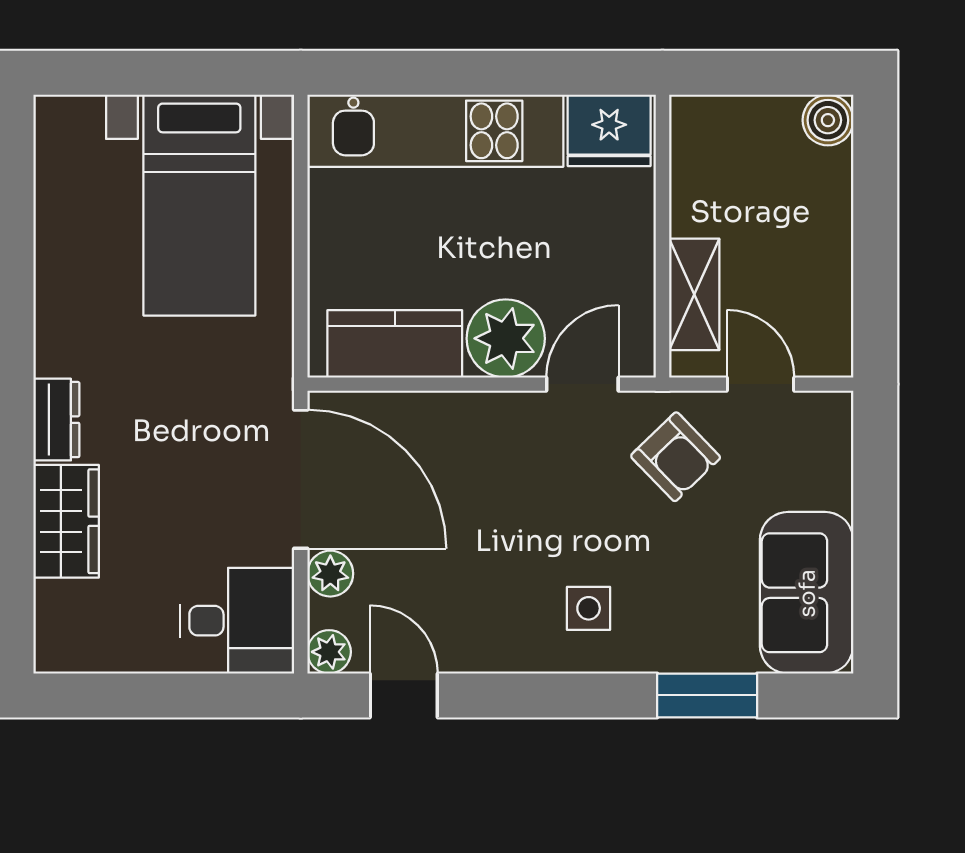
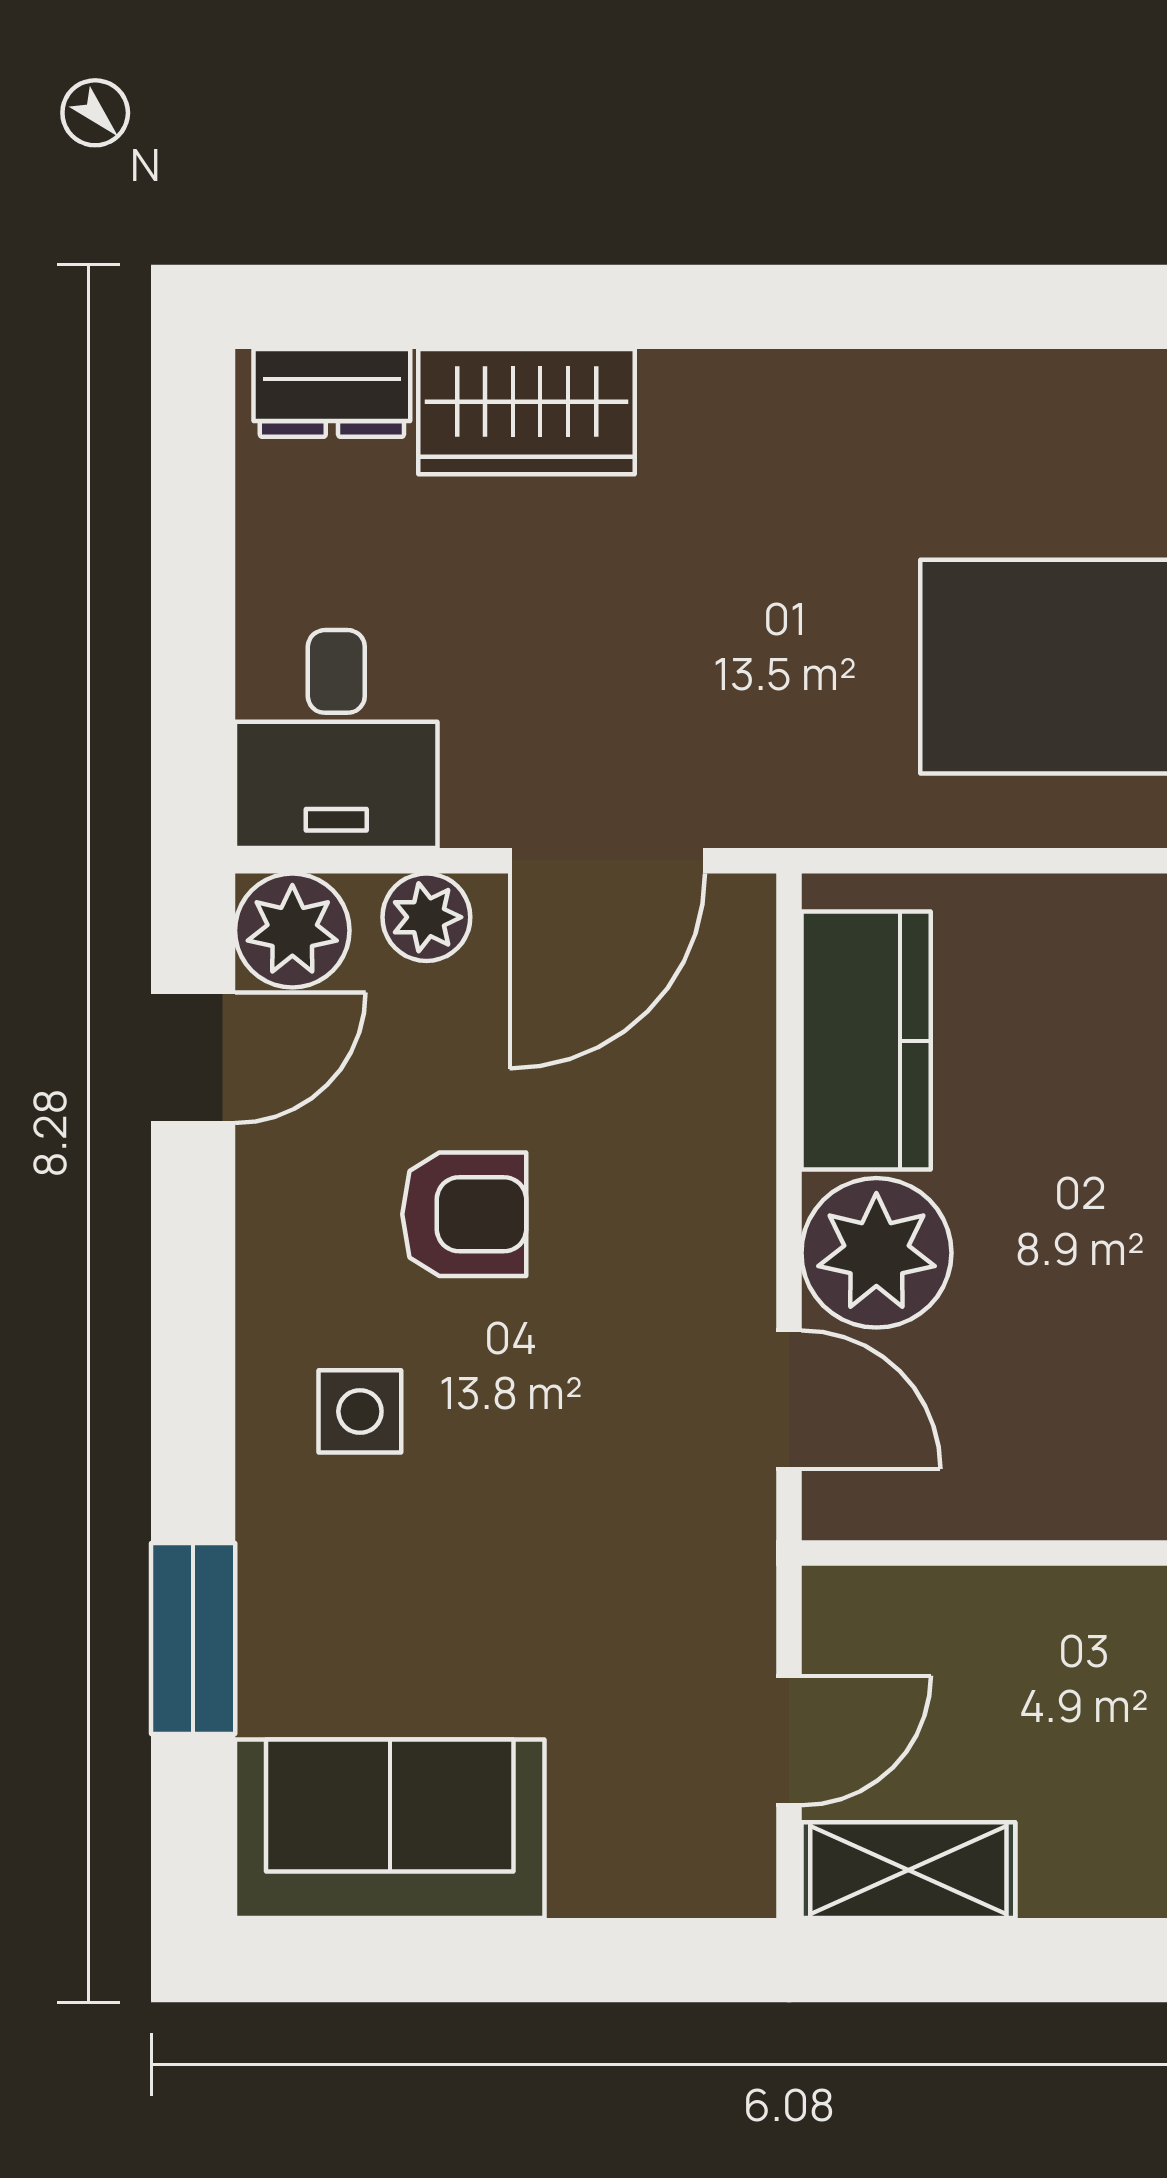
shelving: (694, 294) -> (908, 1870), moved
dresser: (56, 420) -> (332, 393), moved
armchair: (676, 457) -> (464, 1214), moved, turned -136
door: (301, 479) -> (607, 861), width x0.73
plant: (329, 652) -> (292, 930), width x1.38, depth x1.38

